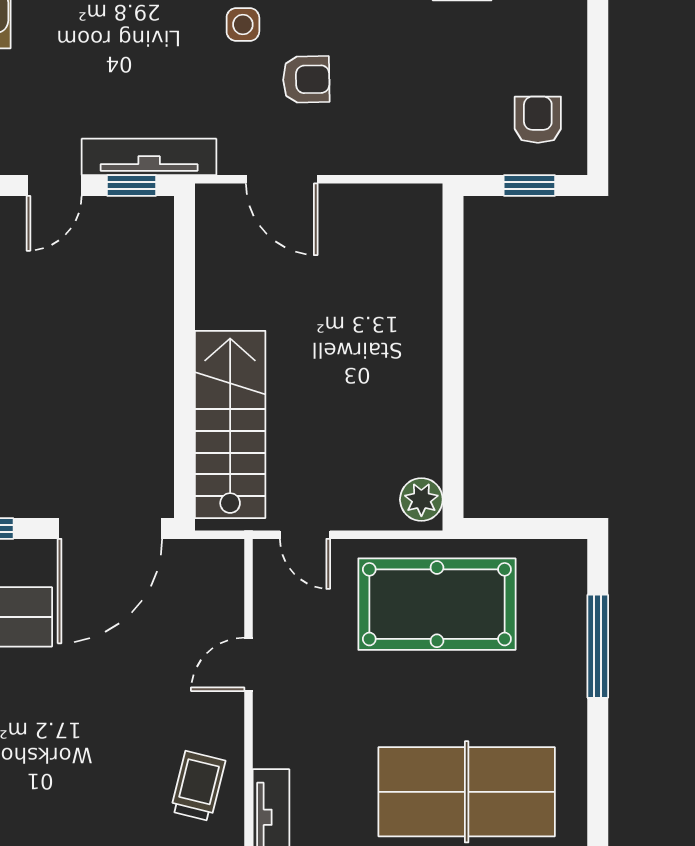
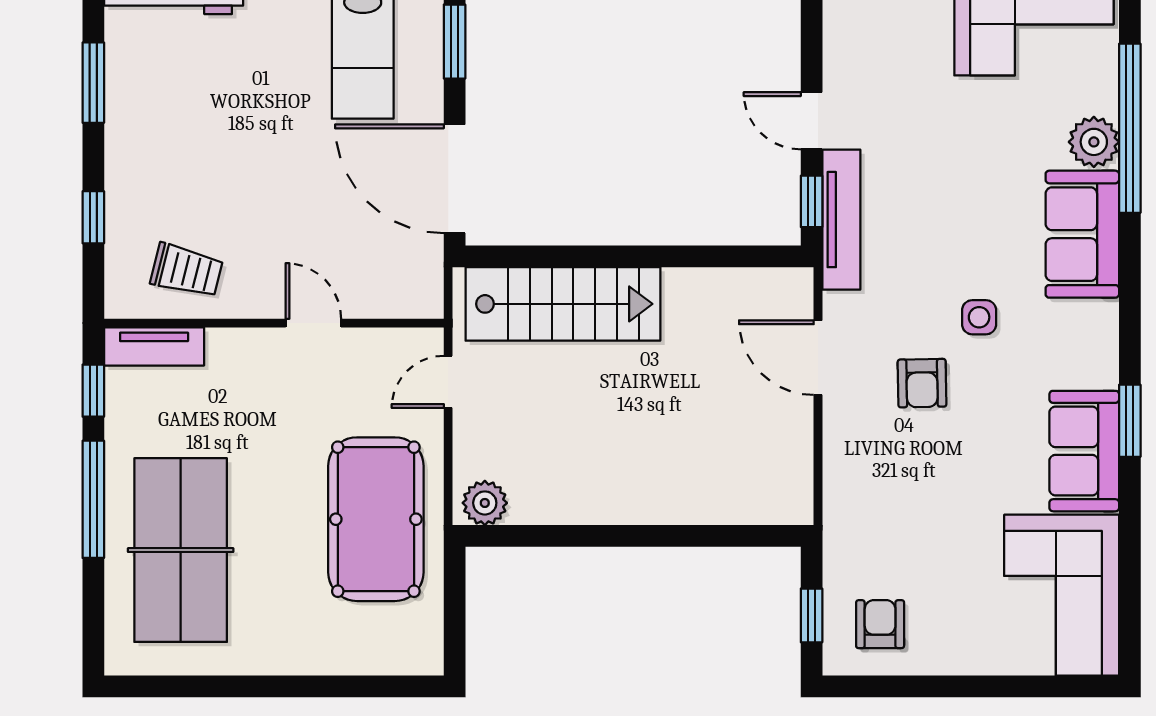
armchair: (538, 120) -> (880, 624), turned -90
door: (282, 179) -> (818, 358), hinge flipped
window: (598, 646) -> (332, 686), removed

